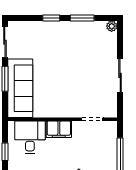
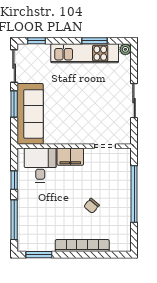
window: (51, 18) -> (37, 41), moved
kitchen unit: (73, 30) -> (85, 53), added

